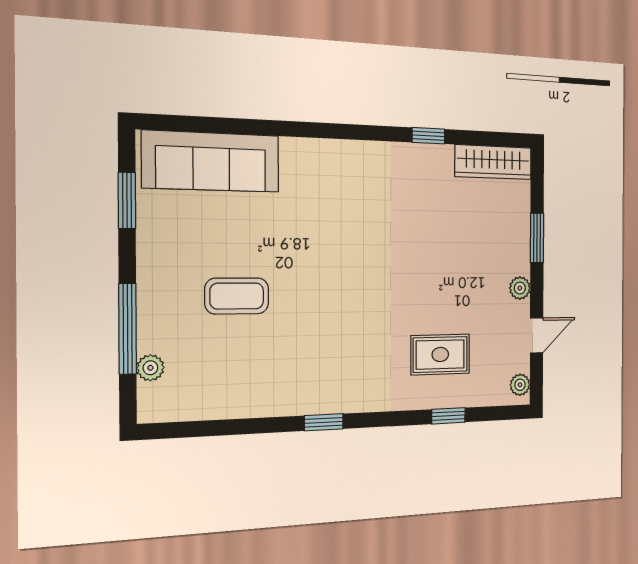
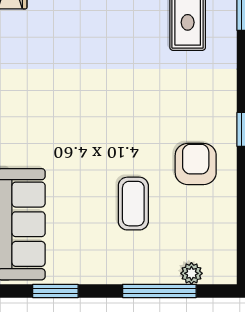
armchair: (284, 368) -> (196, 164), added

